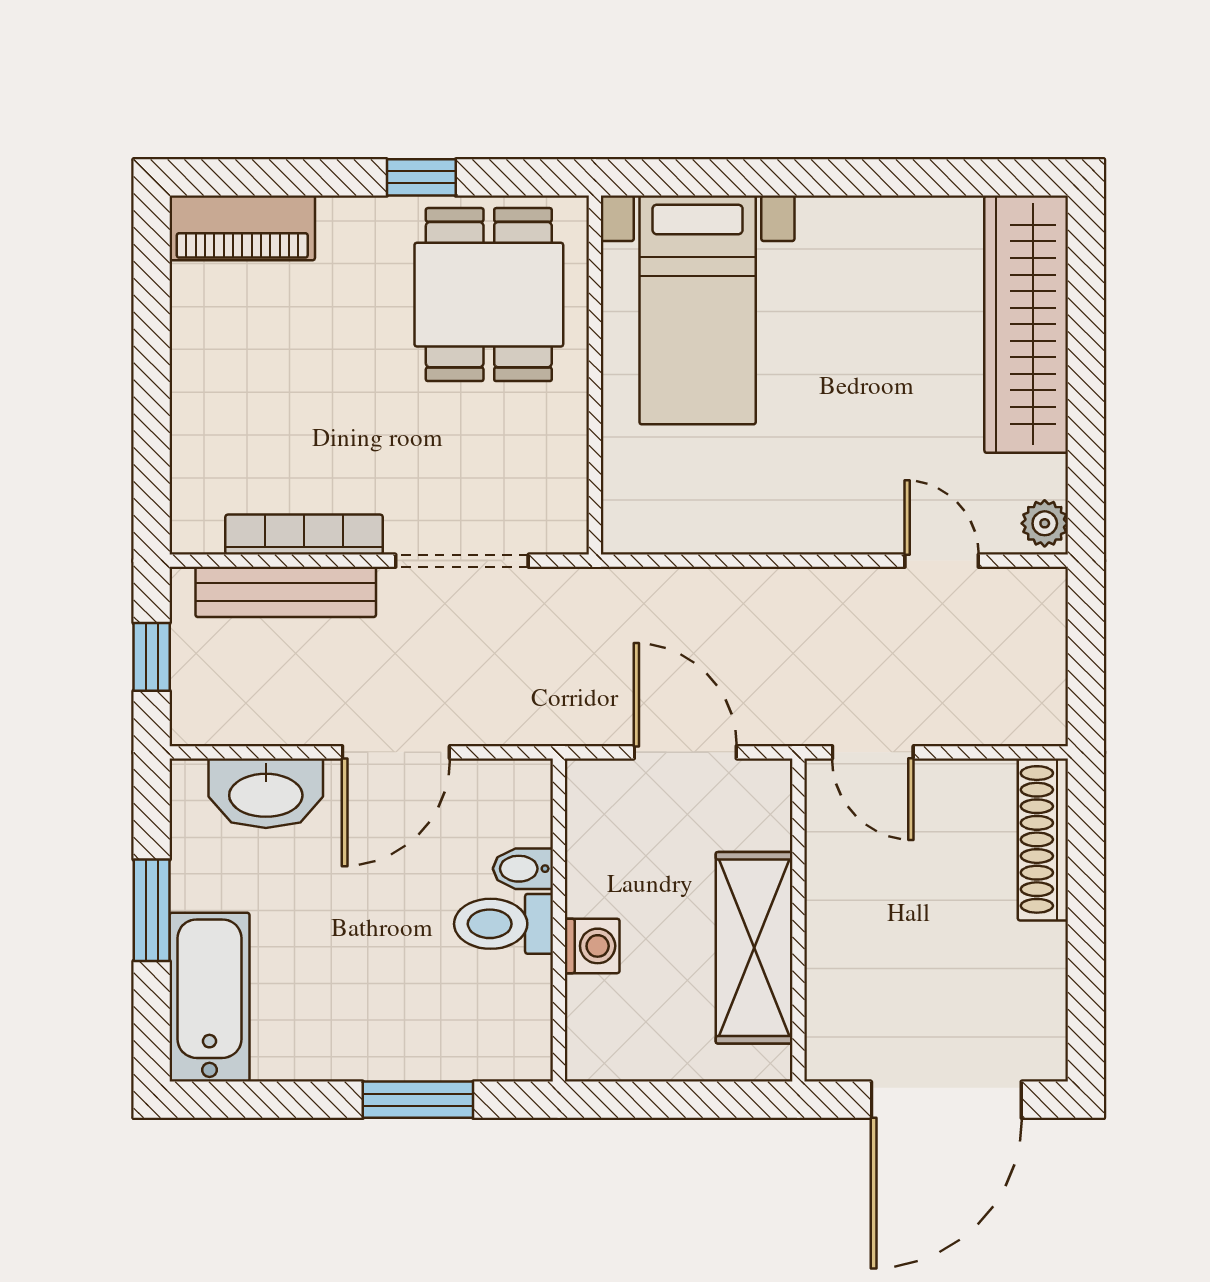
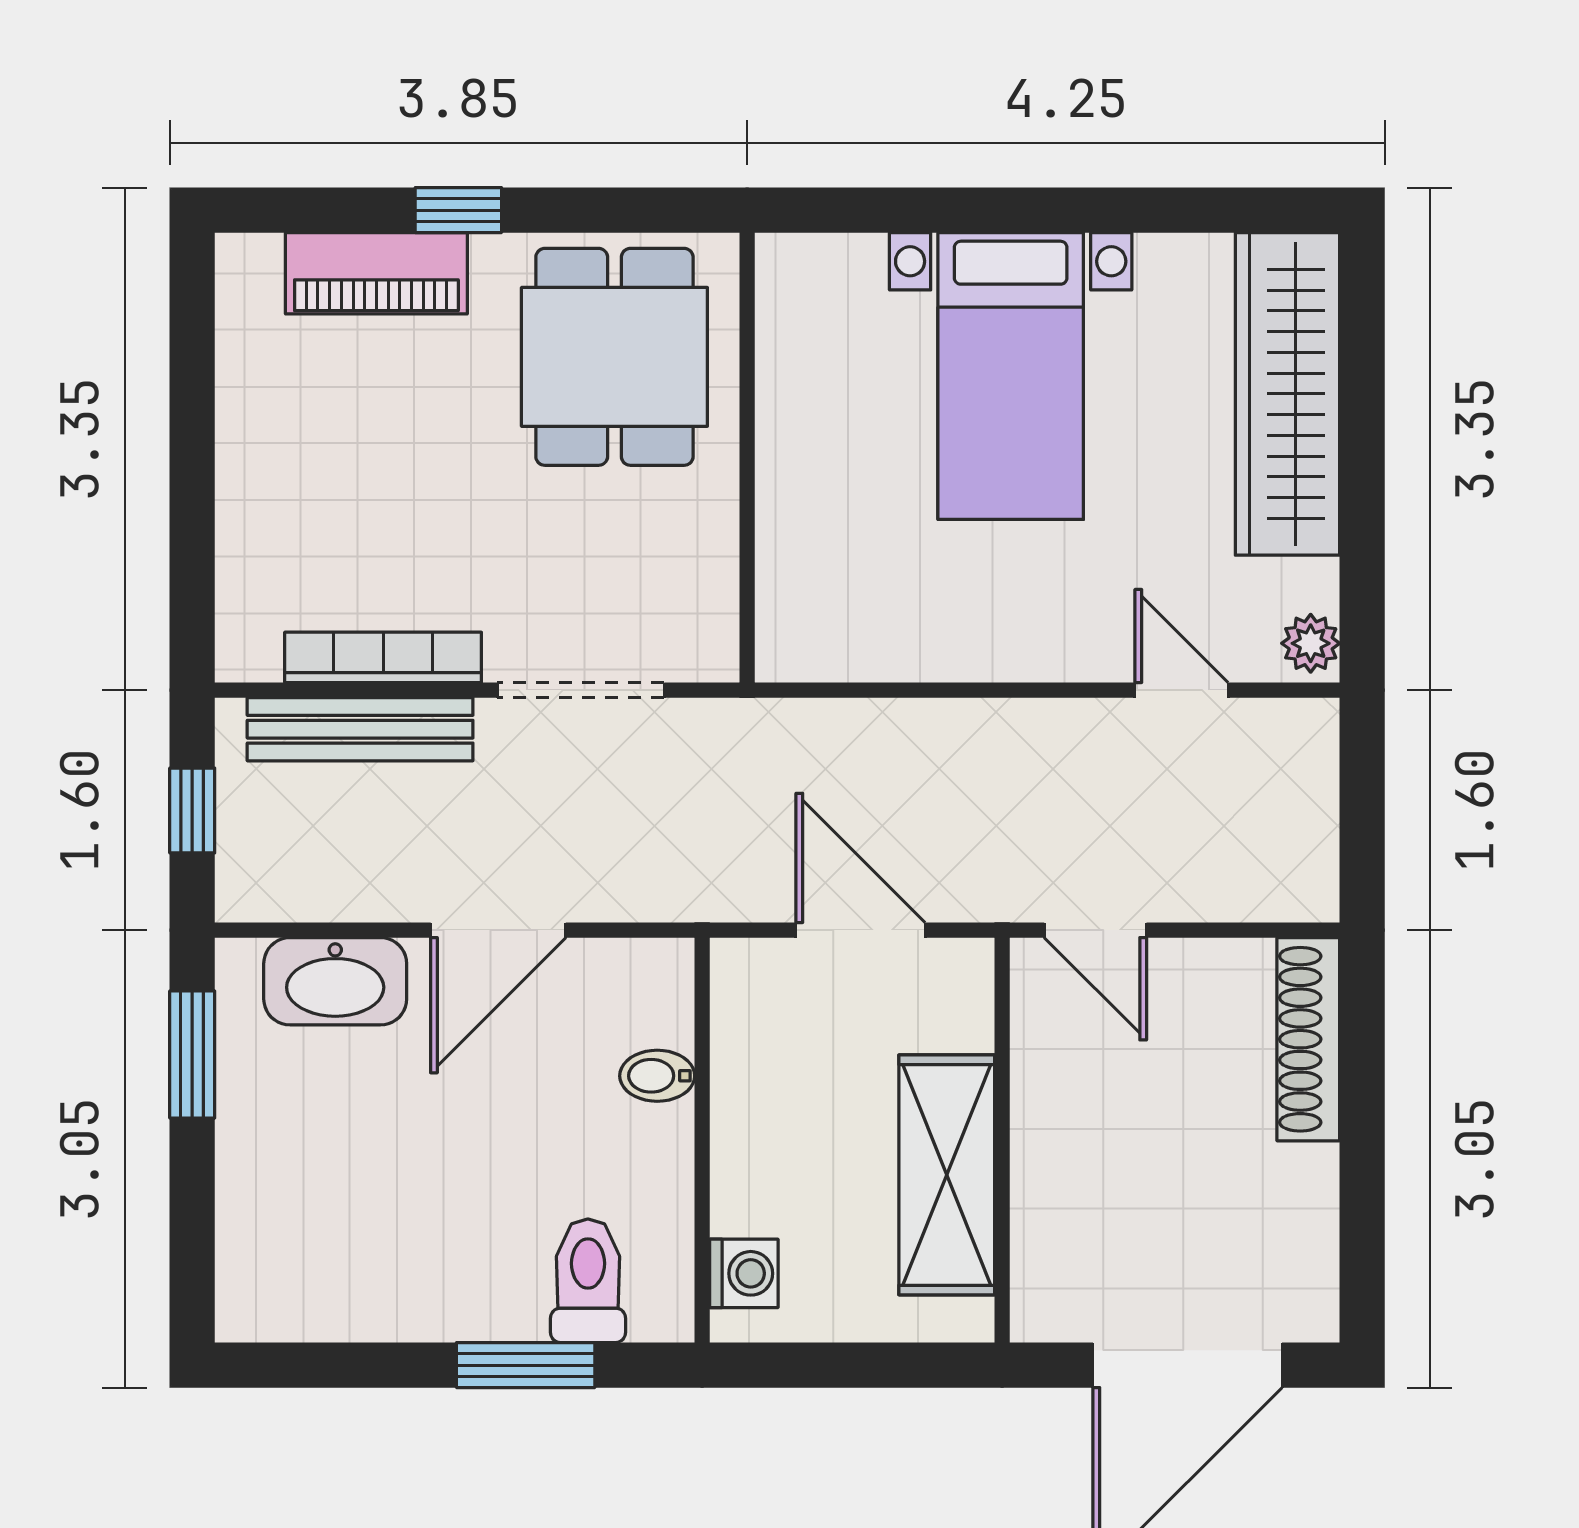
window: (421, 177) -> (458, 210), moved
piano: (242, 228) -> (376, 273), moved
bed with nightstands: (698, 310) -> (1011, 376), moved
window: (152, 910) -> (192, 1055), moved
toilet: (504, 924) -> (588, 1281), moved, turned 90
washing machine: (592, 946) -> (744, 1273), moved
bathtub: (209, 997) -> (265, 1237), removed

